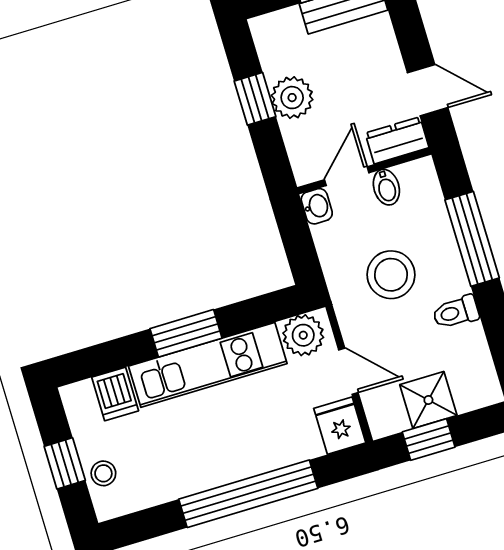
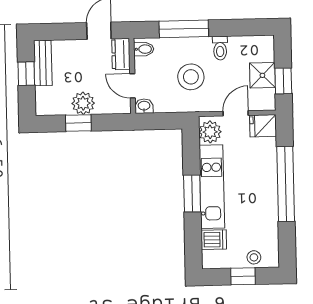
bidet: (386, 187) -> (144, 49), moved

